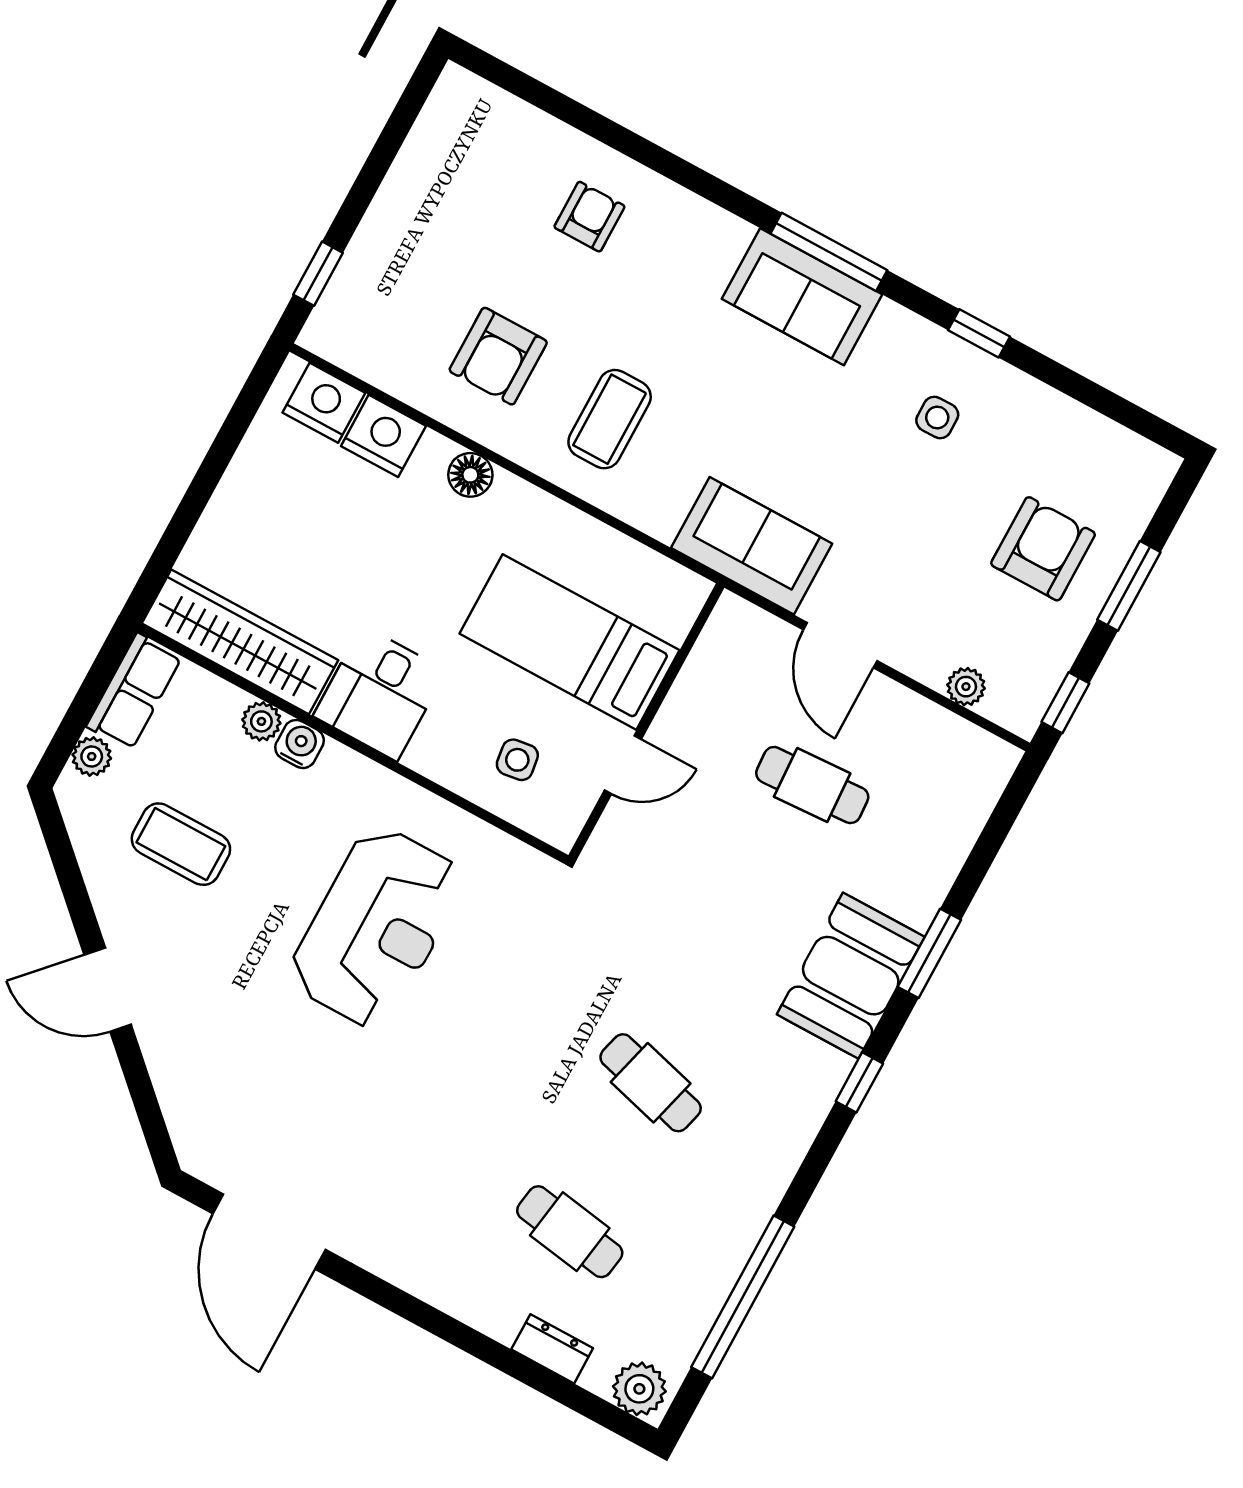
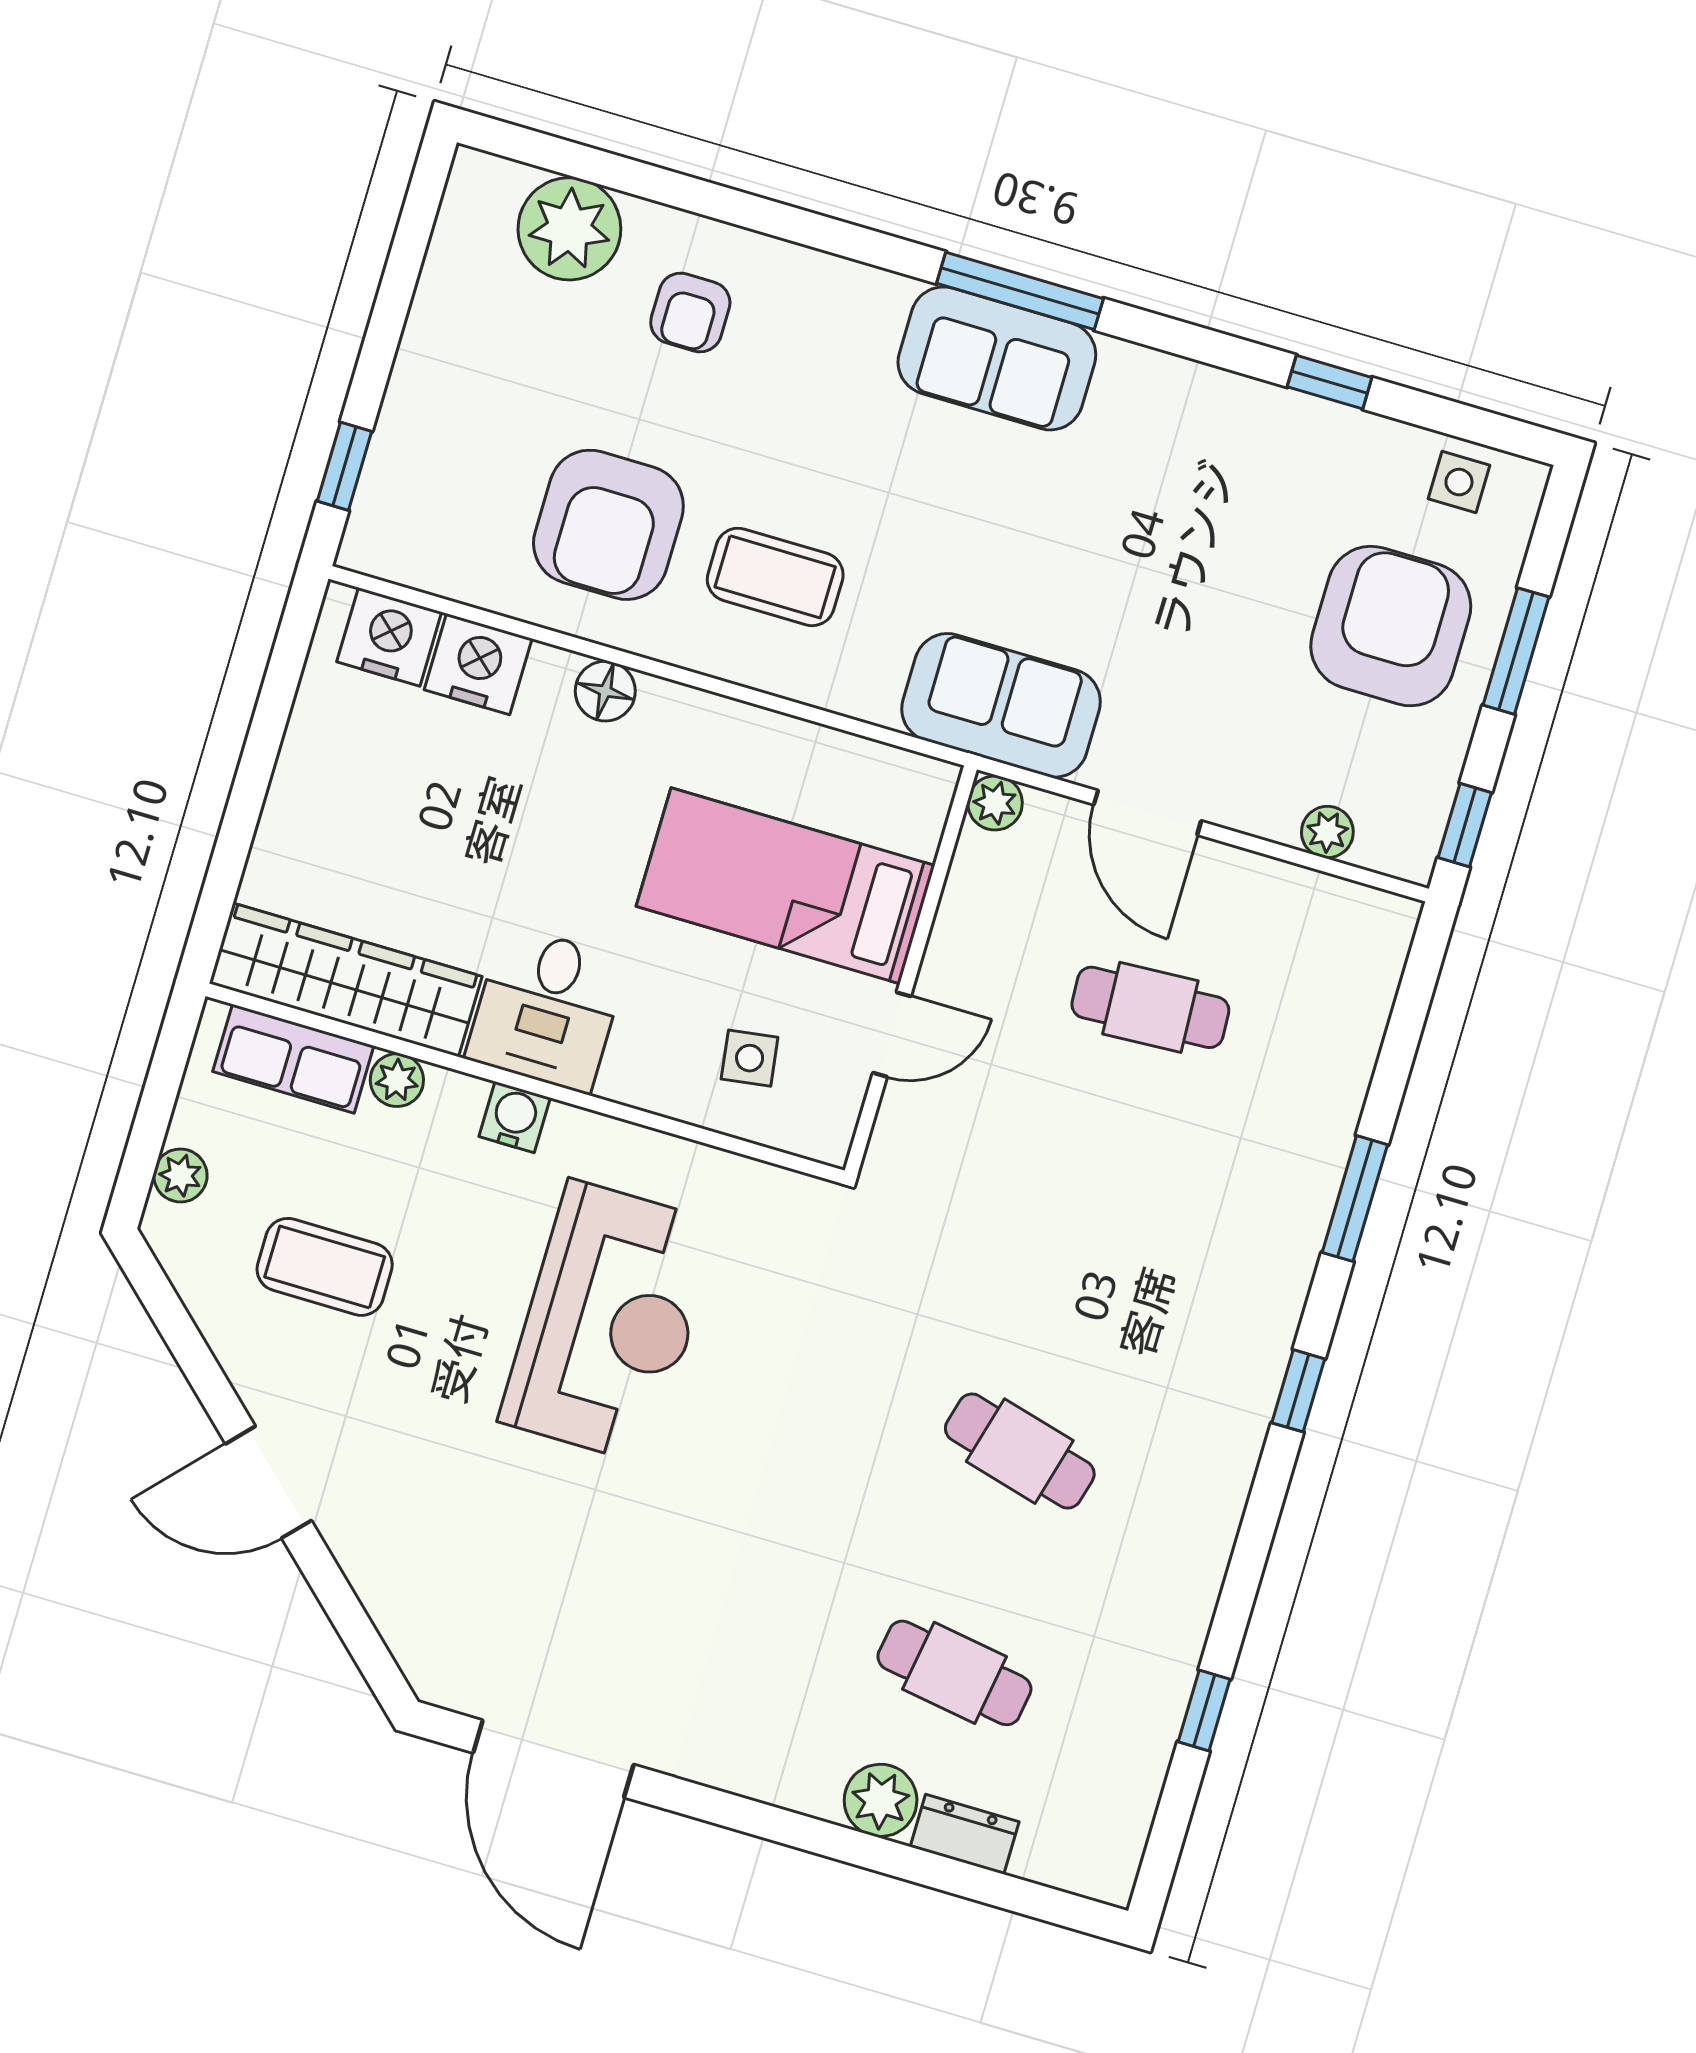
plant: (516, 138) -> (569, 229), added
armchair: (589, 217) -> (690, 313), turned 180
window: (979, 333) -> (1330, 382), moved
armchair: (498, 356) -> (608, 525), width x1.36, depth x1.36
side table: (937, 417) -> (1459, 482), moved
coffee table: (610, 419) -> (775, 577), turned 90
armchair: (1043, 549) -> (1391, 626), width x1.36, depth x1.36
plant: (732, 615) -> (995, 803), added
row of seats: (134, 692) -> (293, 1059), moved, turned 90
water cooler: (300, 744) -> (515, 1117), moved
booth: (851, 976) -> (1256, 1251), removed
window: (743, 1297) -> (1204, 1710), width x0.32
plant: (639, 1389) -> (881, 1800), moved

